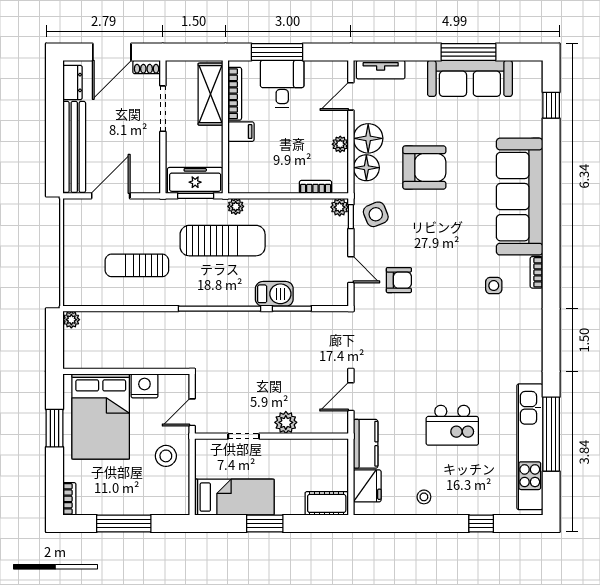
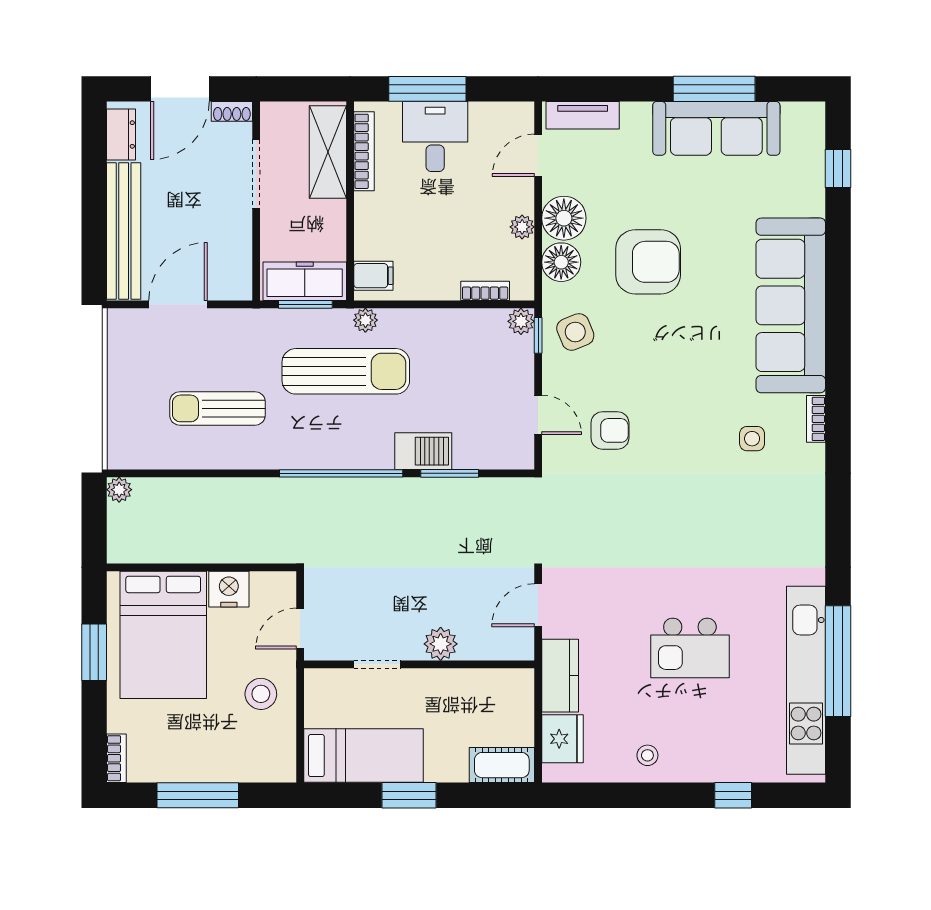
filing cabinet: (241, 132) -> (373, 276), moved

